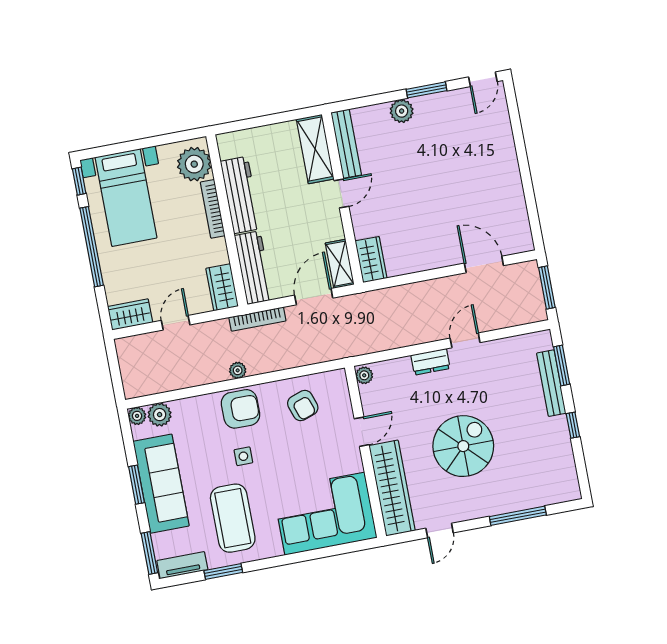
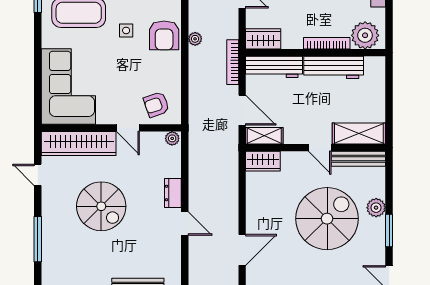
spiral stairs: (426, 168) -> (327, 219), added
armchair: (303, 405) -> (156, 104), moved

